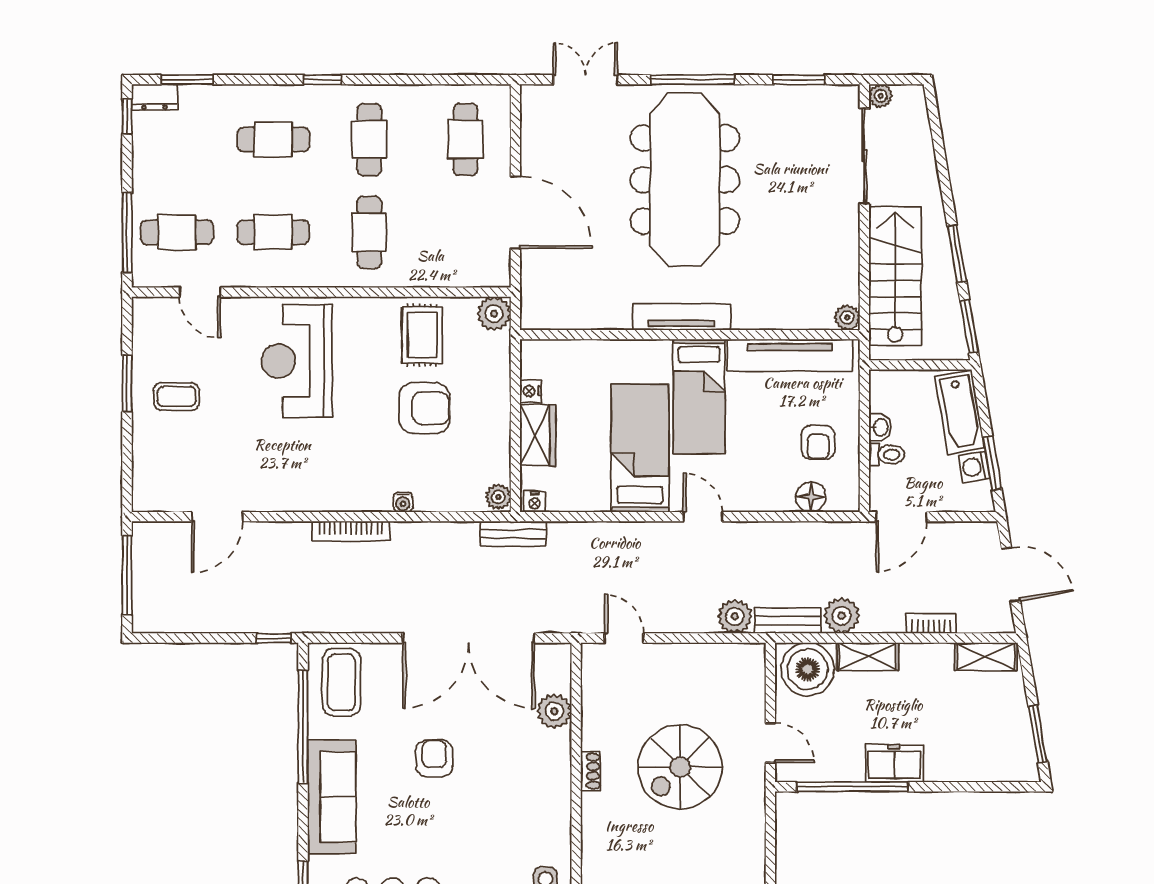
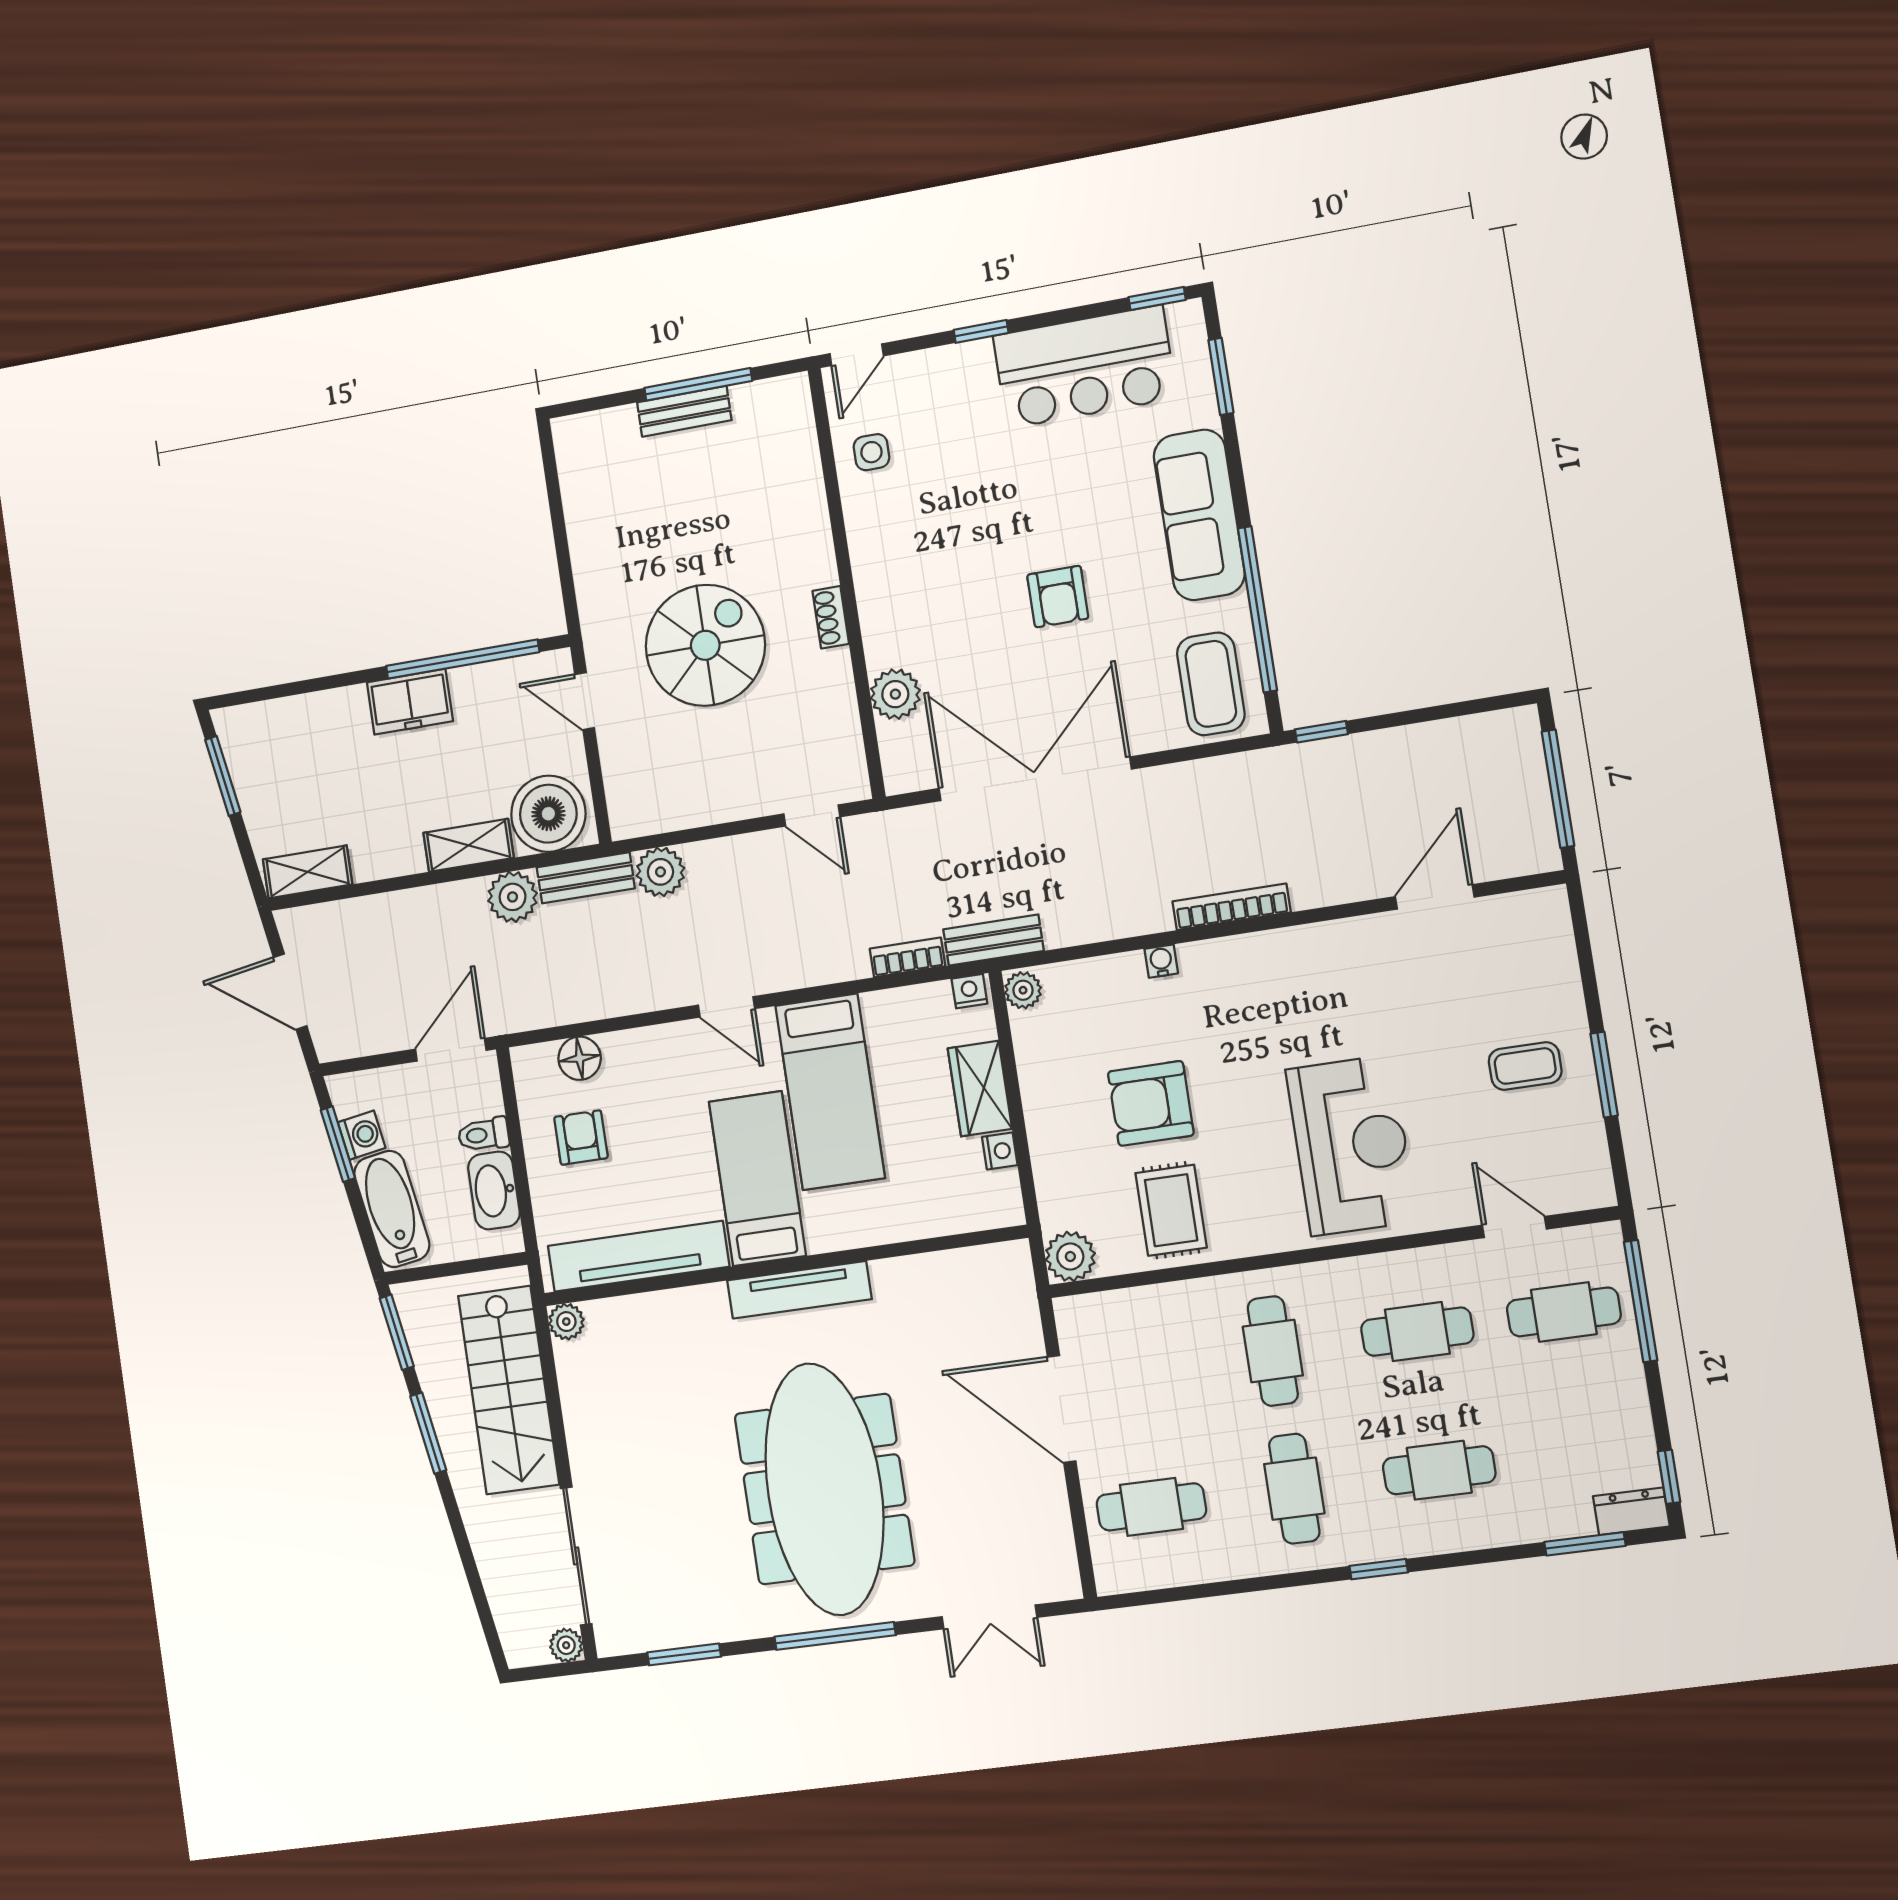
cafe table: (465, 140) -> (1151, 1507), turned 90
washbasin: (880, 427) -> (494, 1190), width x1.91, depth x1.45
bookcase: (931, 624) -> (907, 957), moved, turned 180

